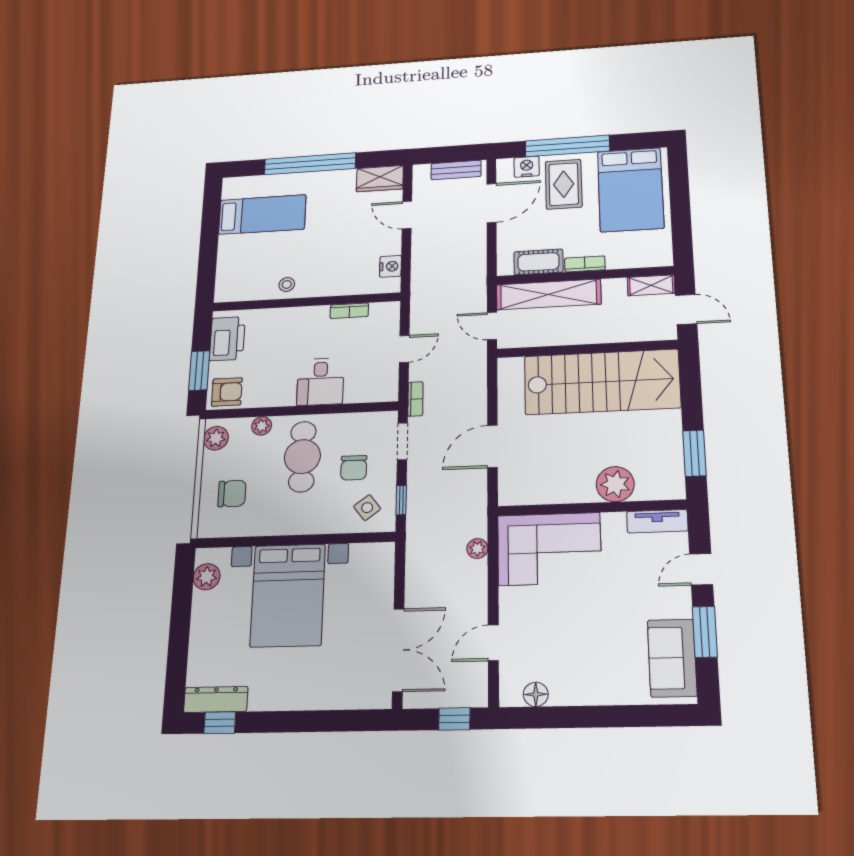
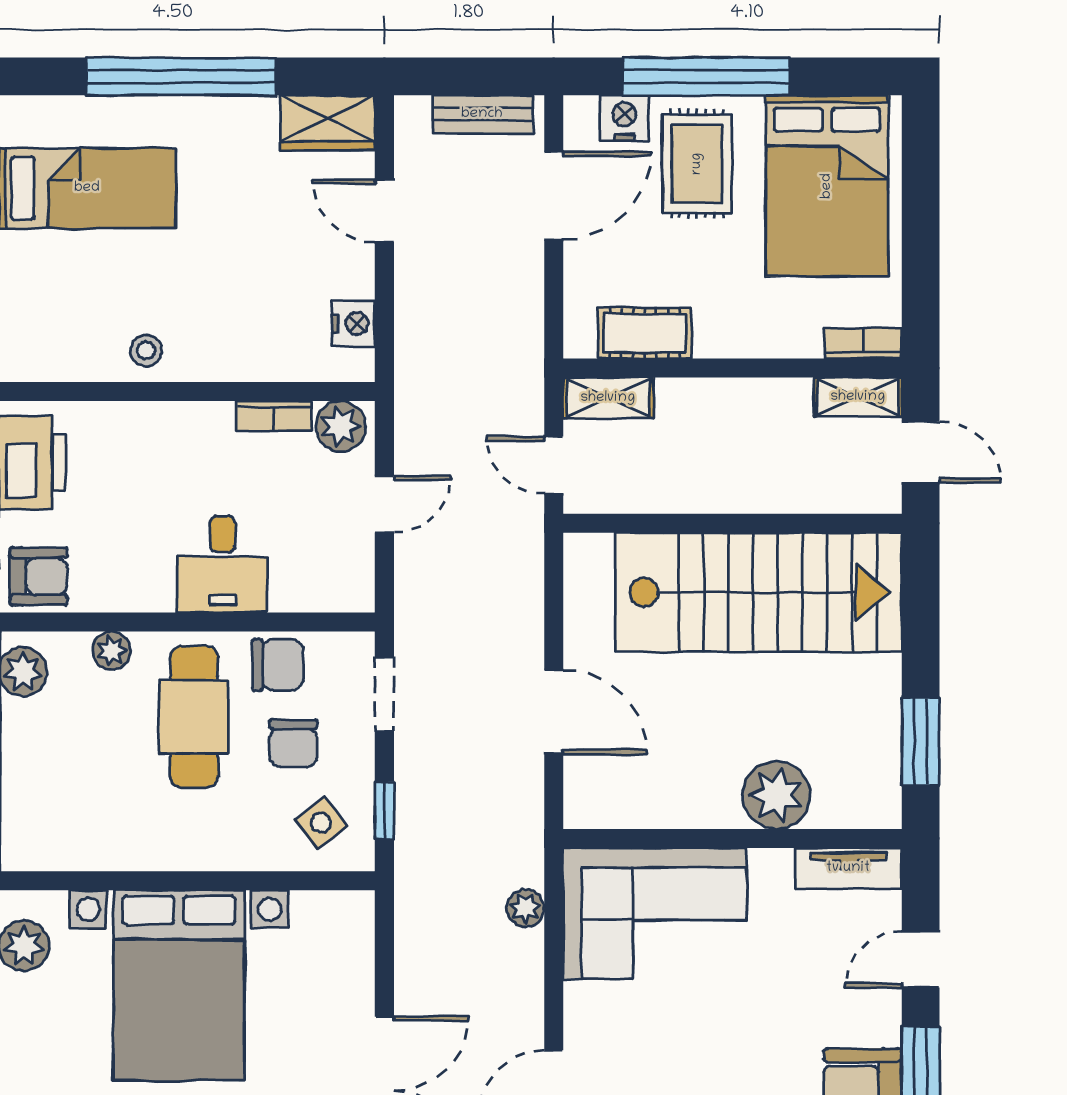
bookcase: (585, 264) -> (863, 343), moved
shelving: (548, 294) -> (608, 398), width x0.45, depth x0.75
plant: (383, 314) -> (341, 426), added
bookcase: (415, 399) -> (408, 610), removed
door: (492, 446) -> (554, 712), swing flipped
chair: (232, 494) -> (278, 665), moved

